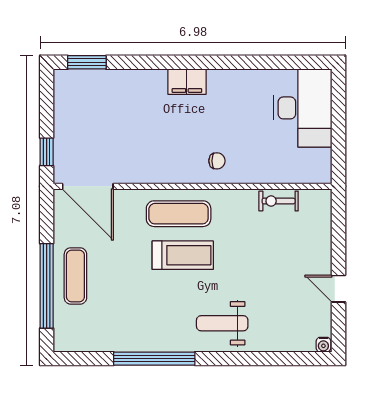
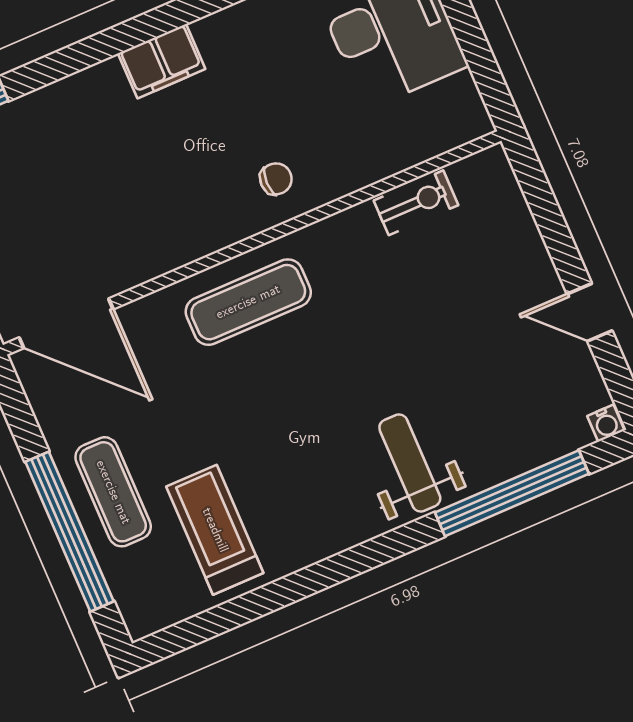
exercise bike: (279, 201) -> (416, 203), turned 180
treadmill: (183, 255) -> (215, 530), moved, turned -90
weight bench: (222, 323) -> (410, 463), turned 90
window: (154, 359) -> (512, 493), moved

